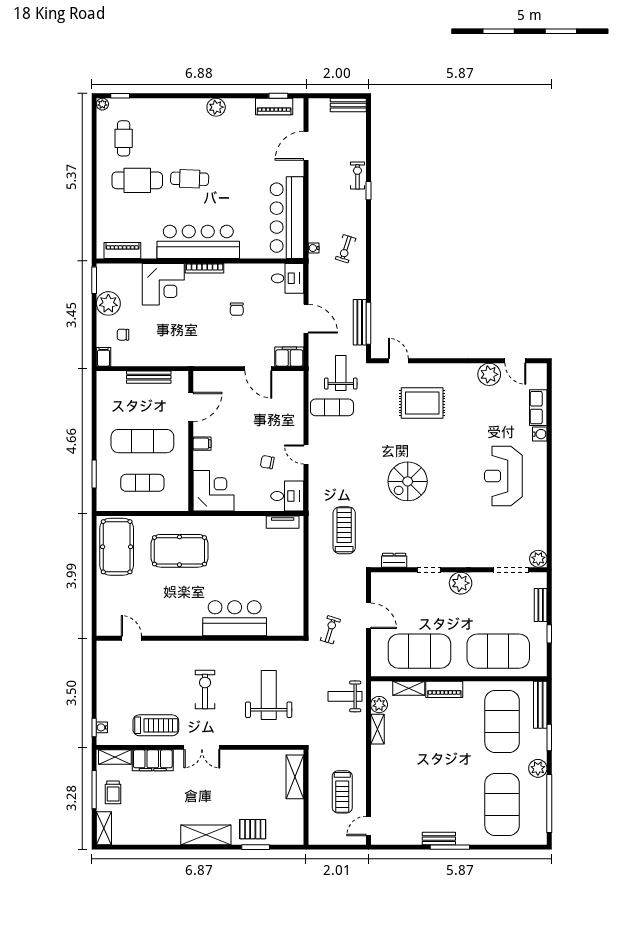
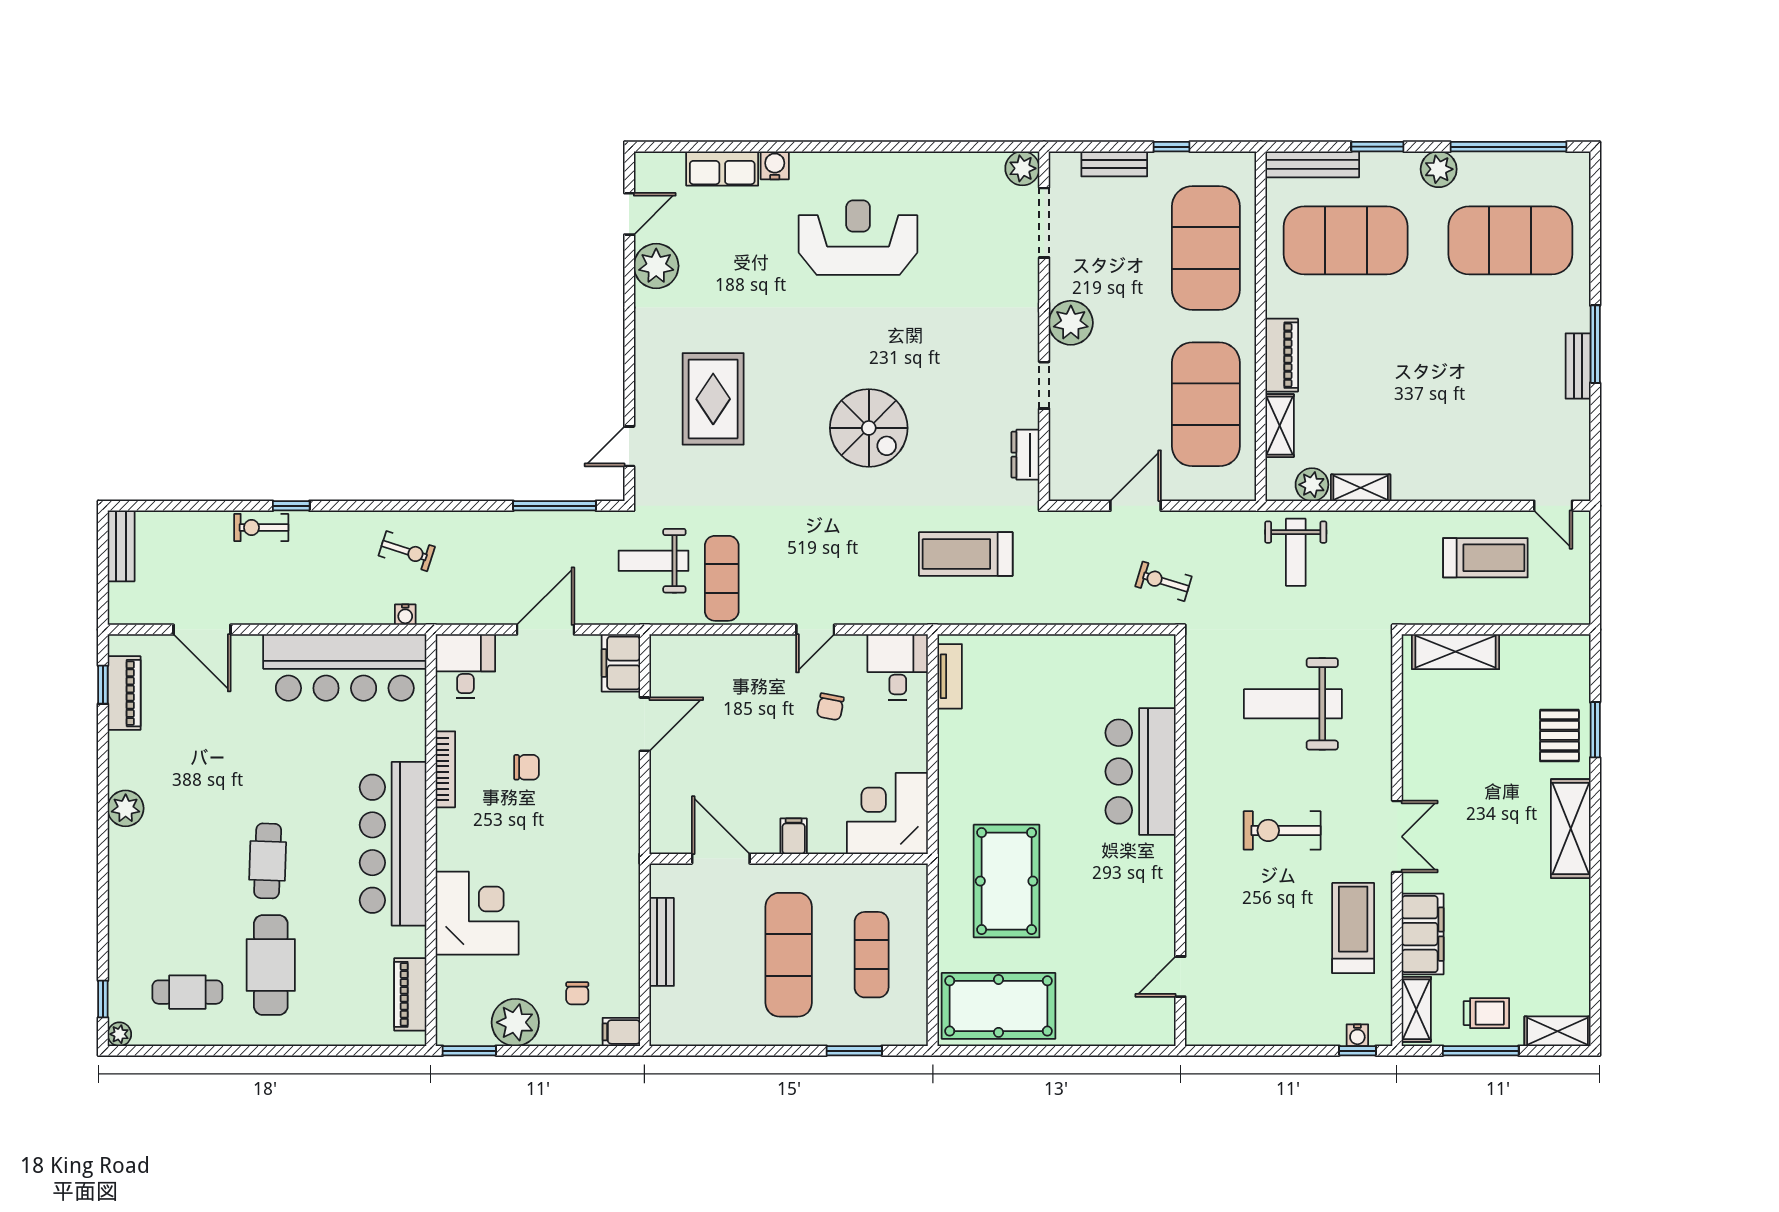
bookcase: (205, 268) -> (445, 769), moved
bench: (360, 322) -> (552, 523), removed
reception desk: (503, 476) -> (858, 238), turned 180

